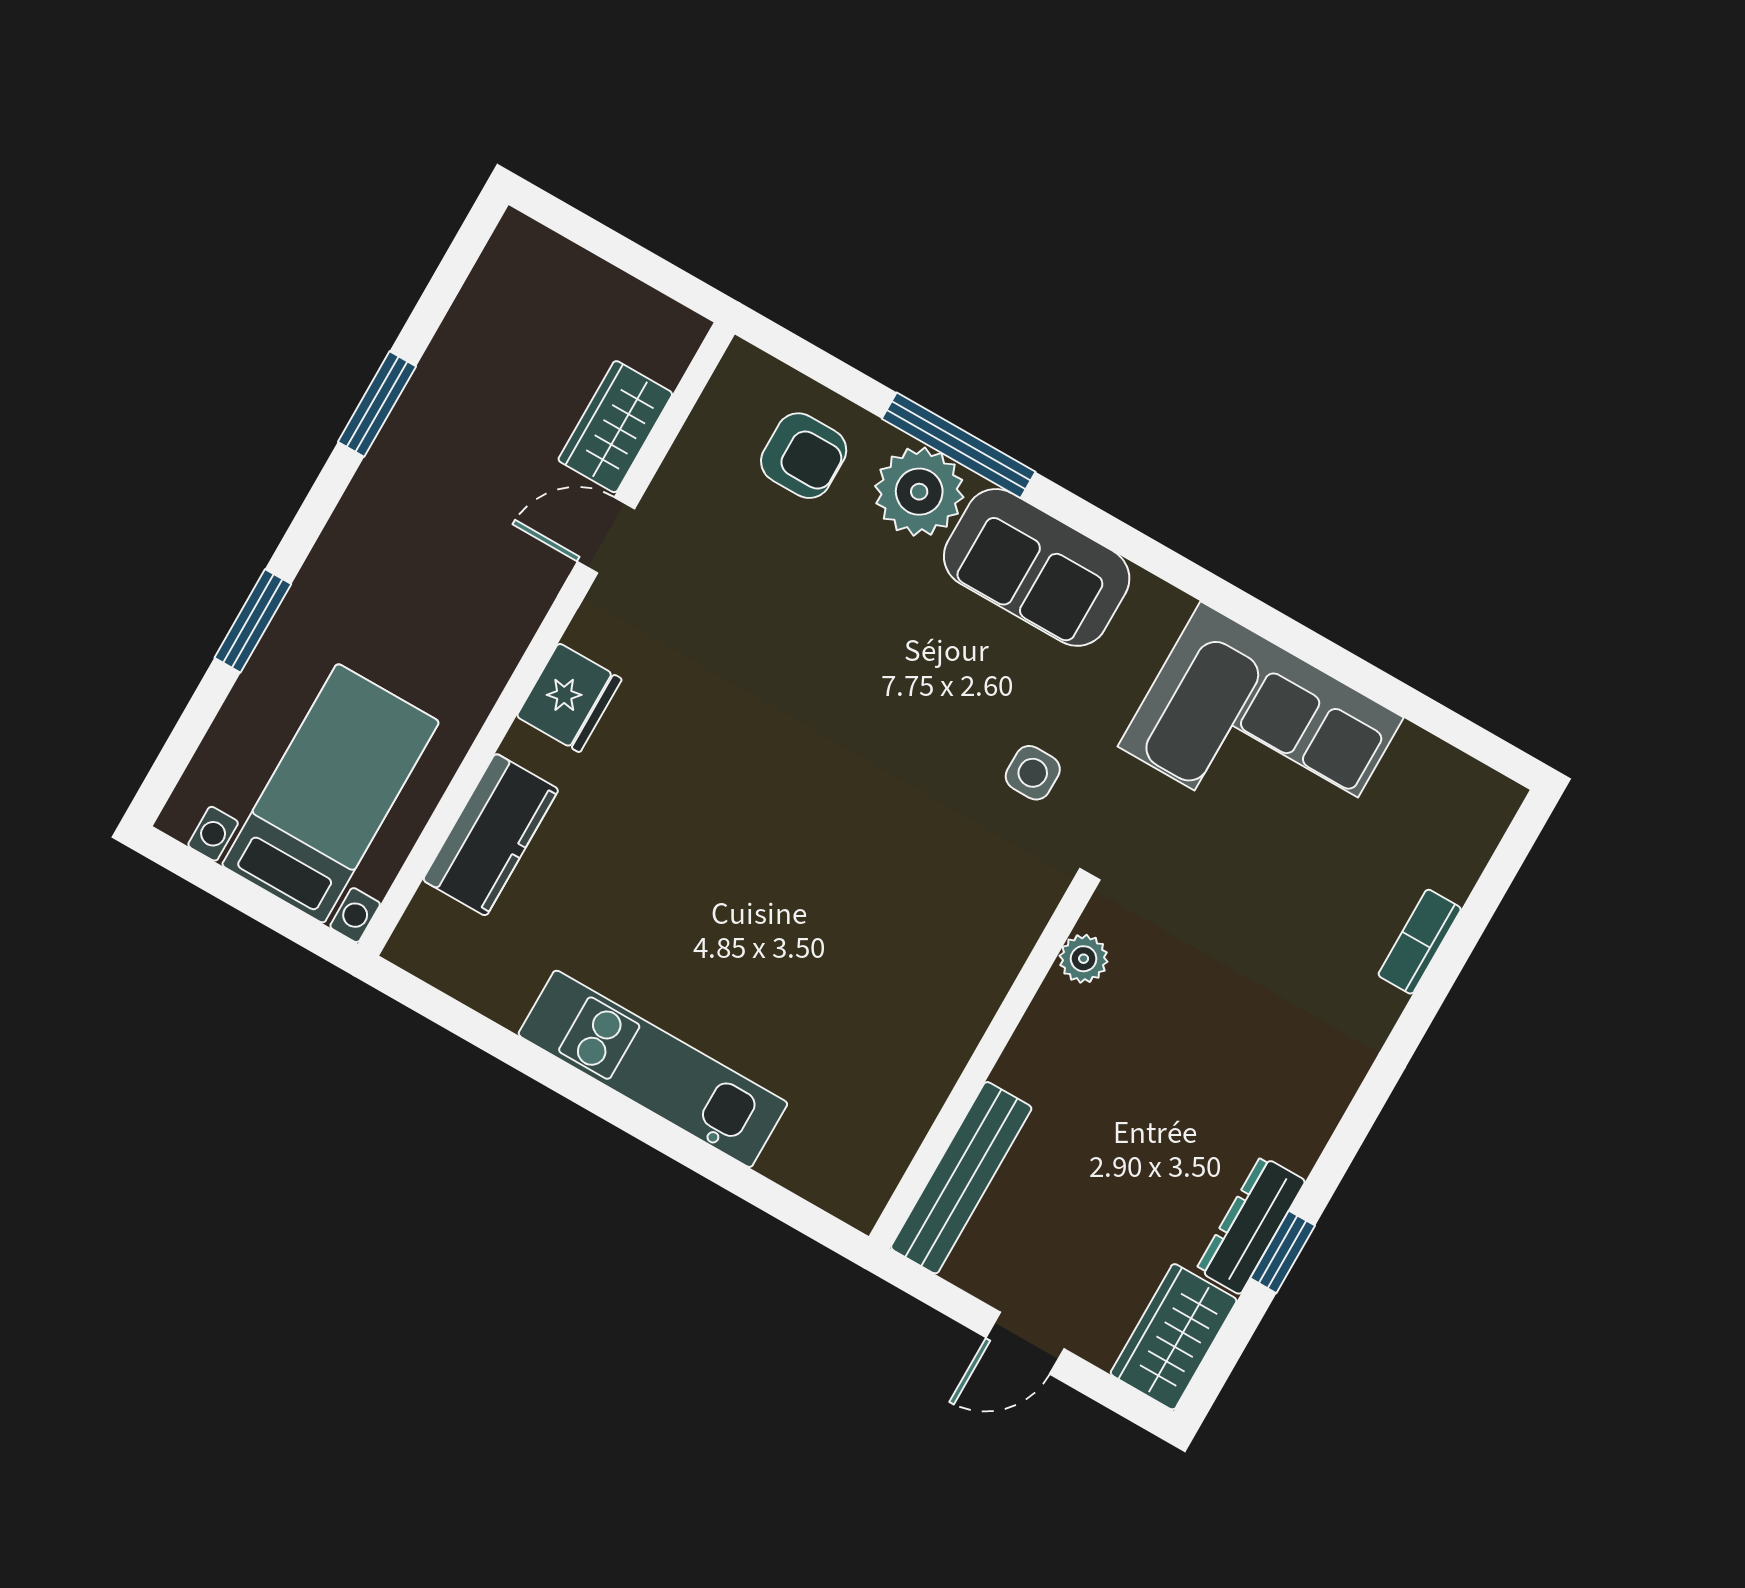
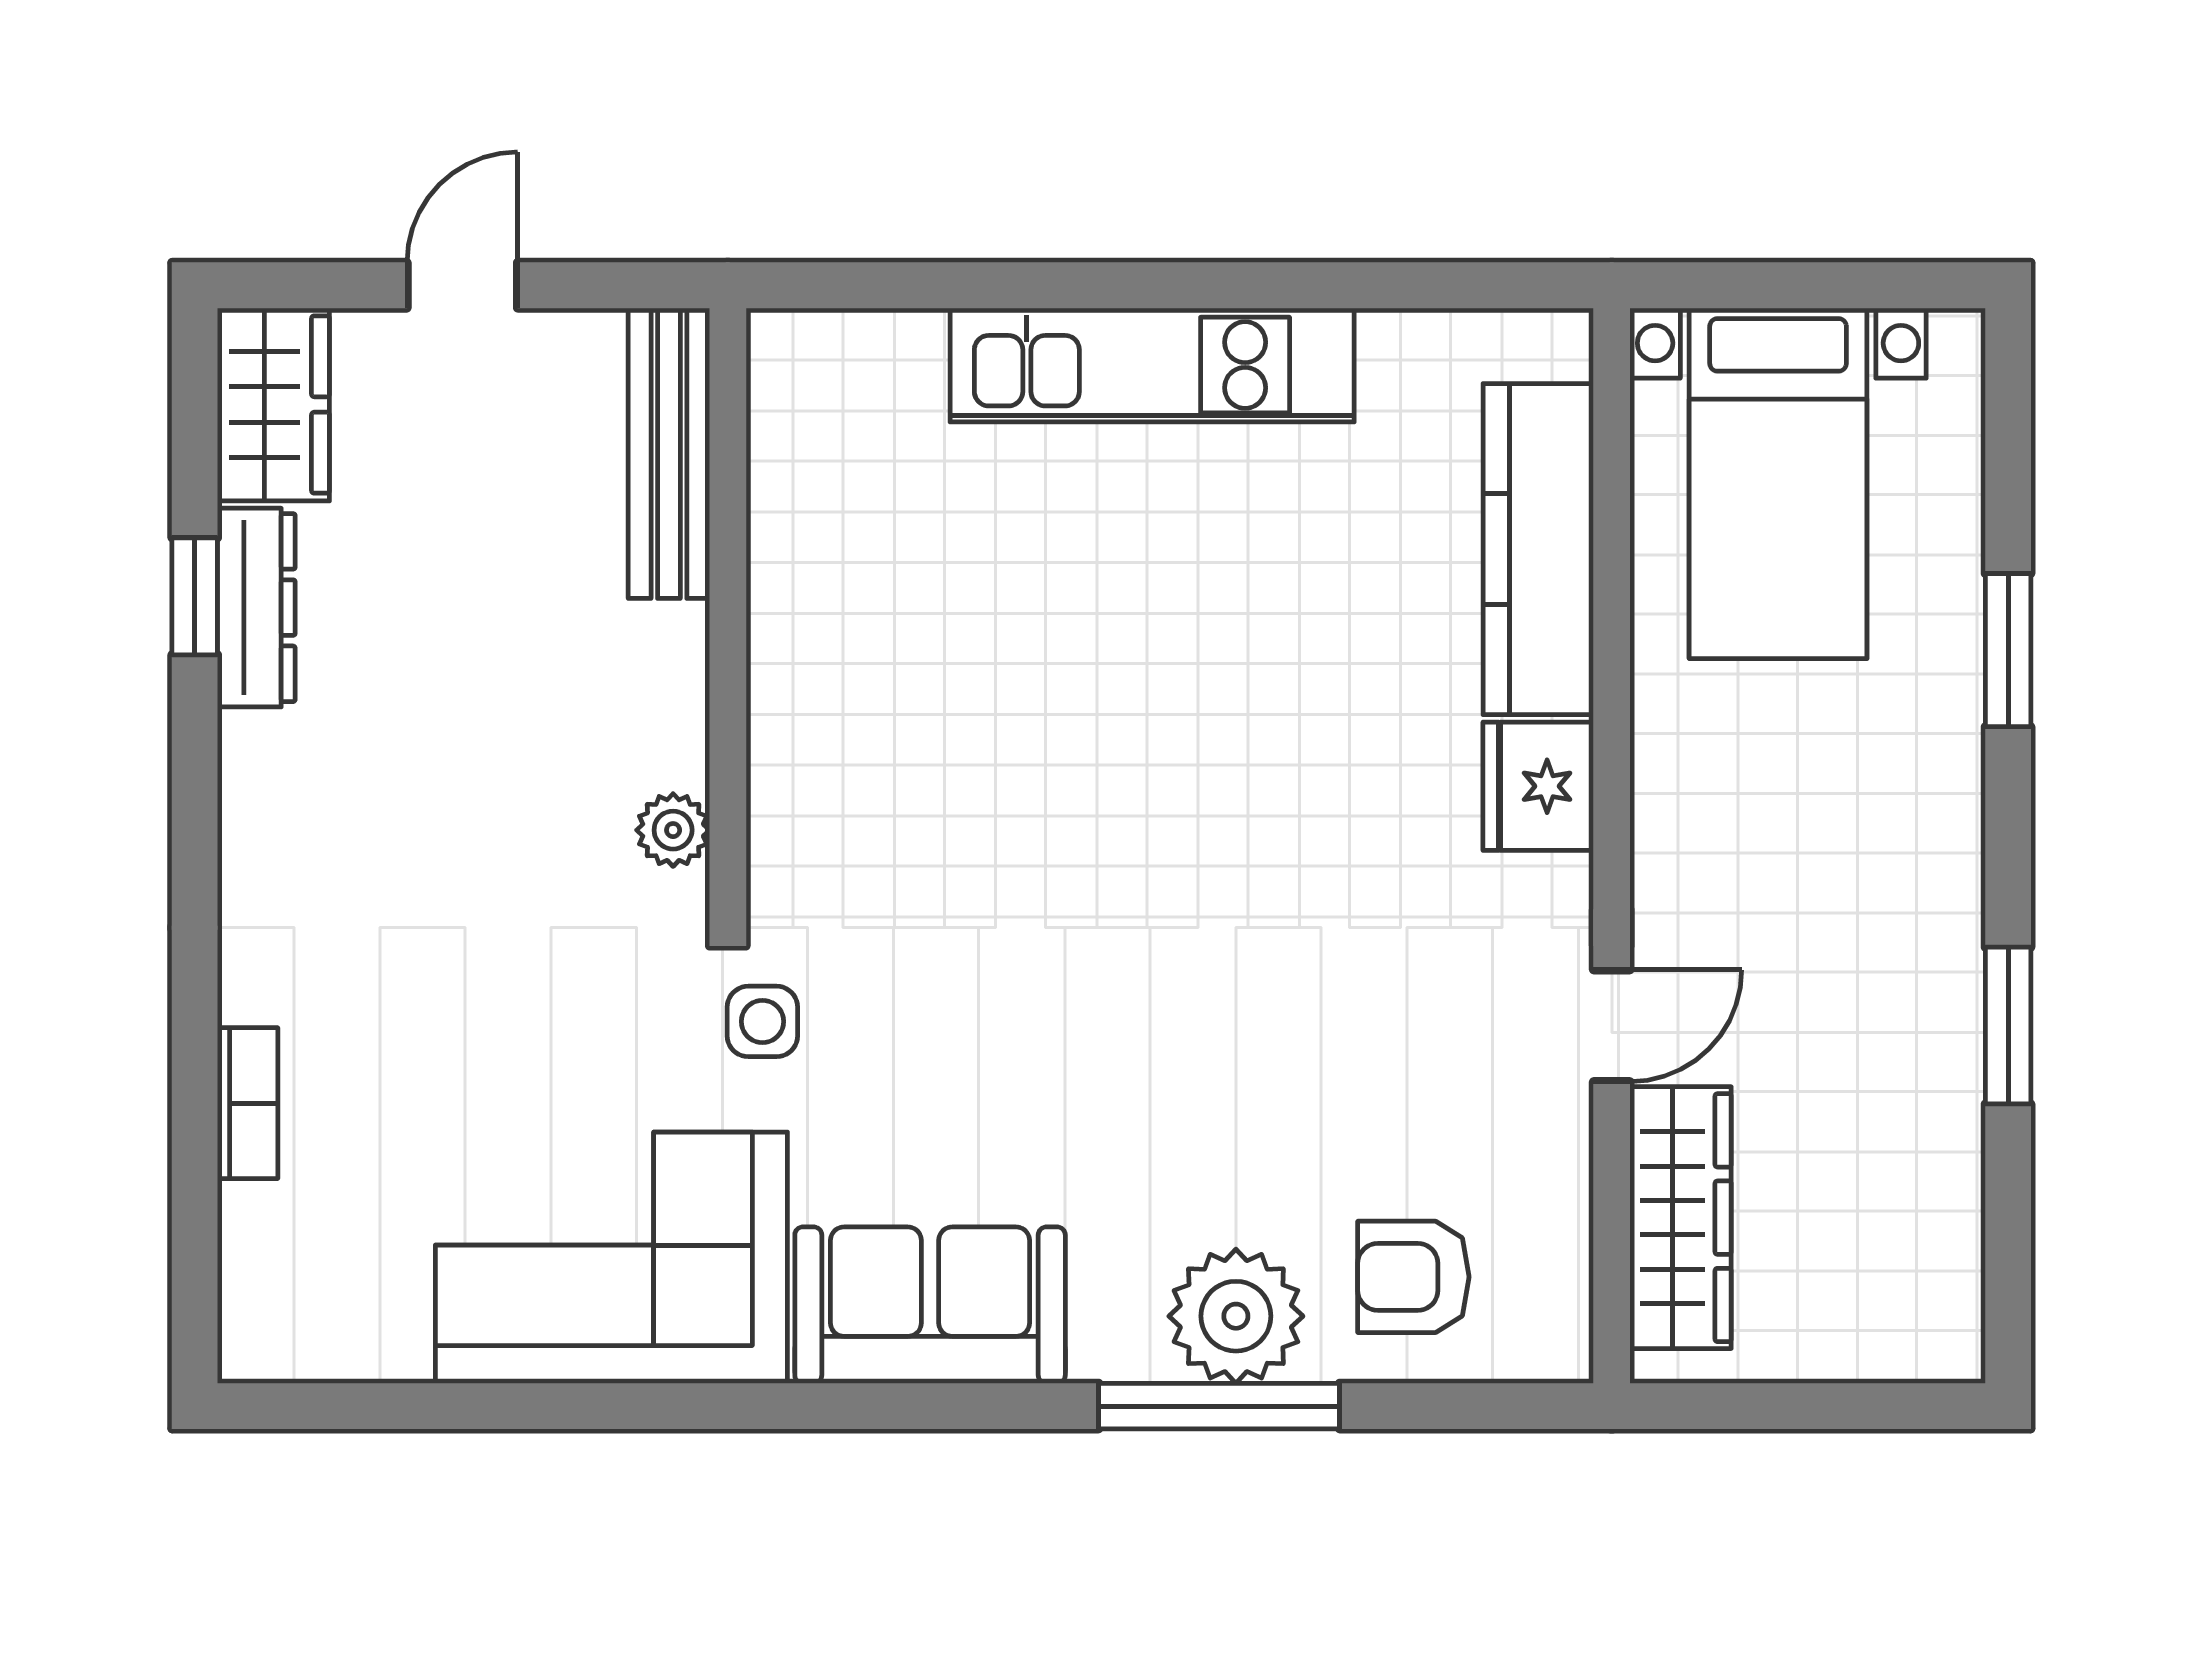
wardrobe: (615, 427) -> (1681, 1218), width x1.50
sofa: (1037, 567) -> (930, 1305), moved
side table: (1033, 773) -> (762, 1021), moved
kitchen counter: (491, 835) -> (1538, 549), width x1.50

